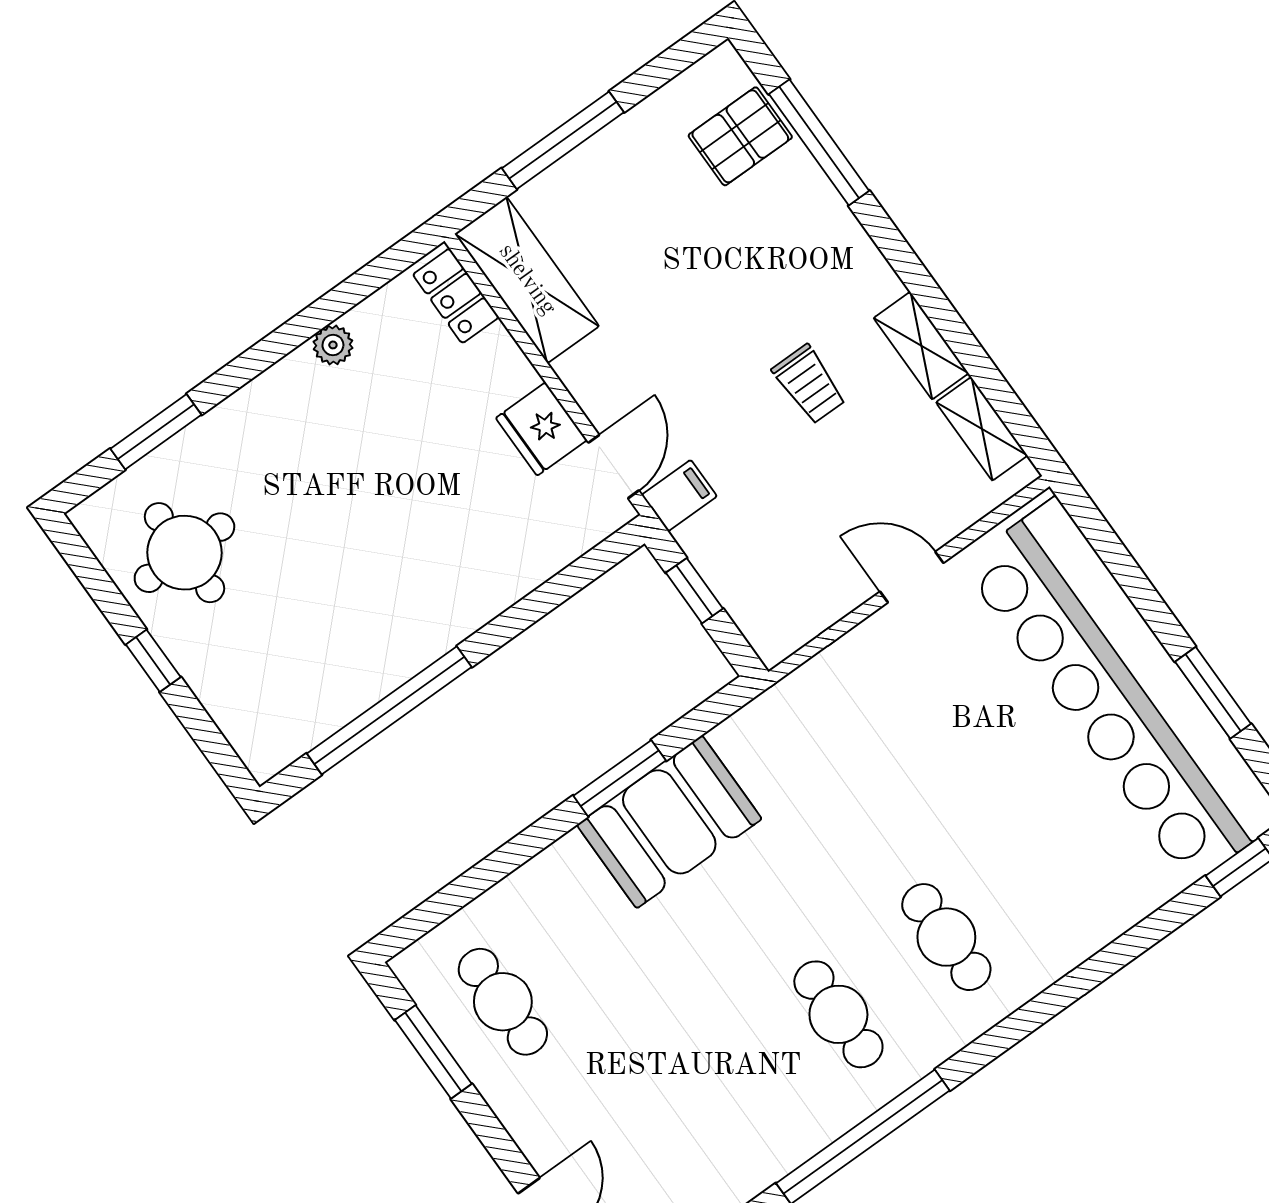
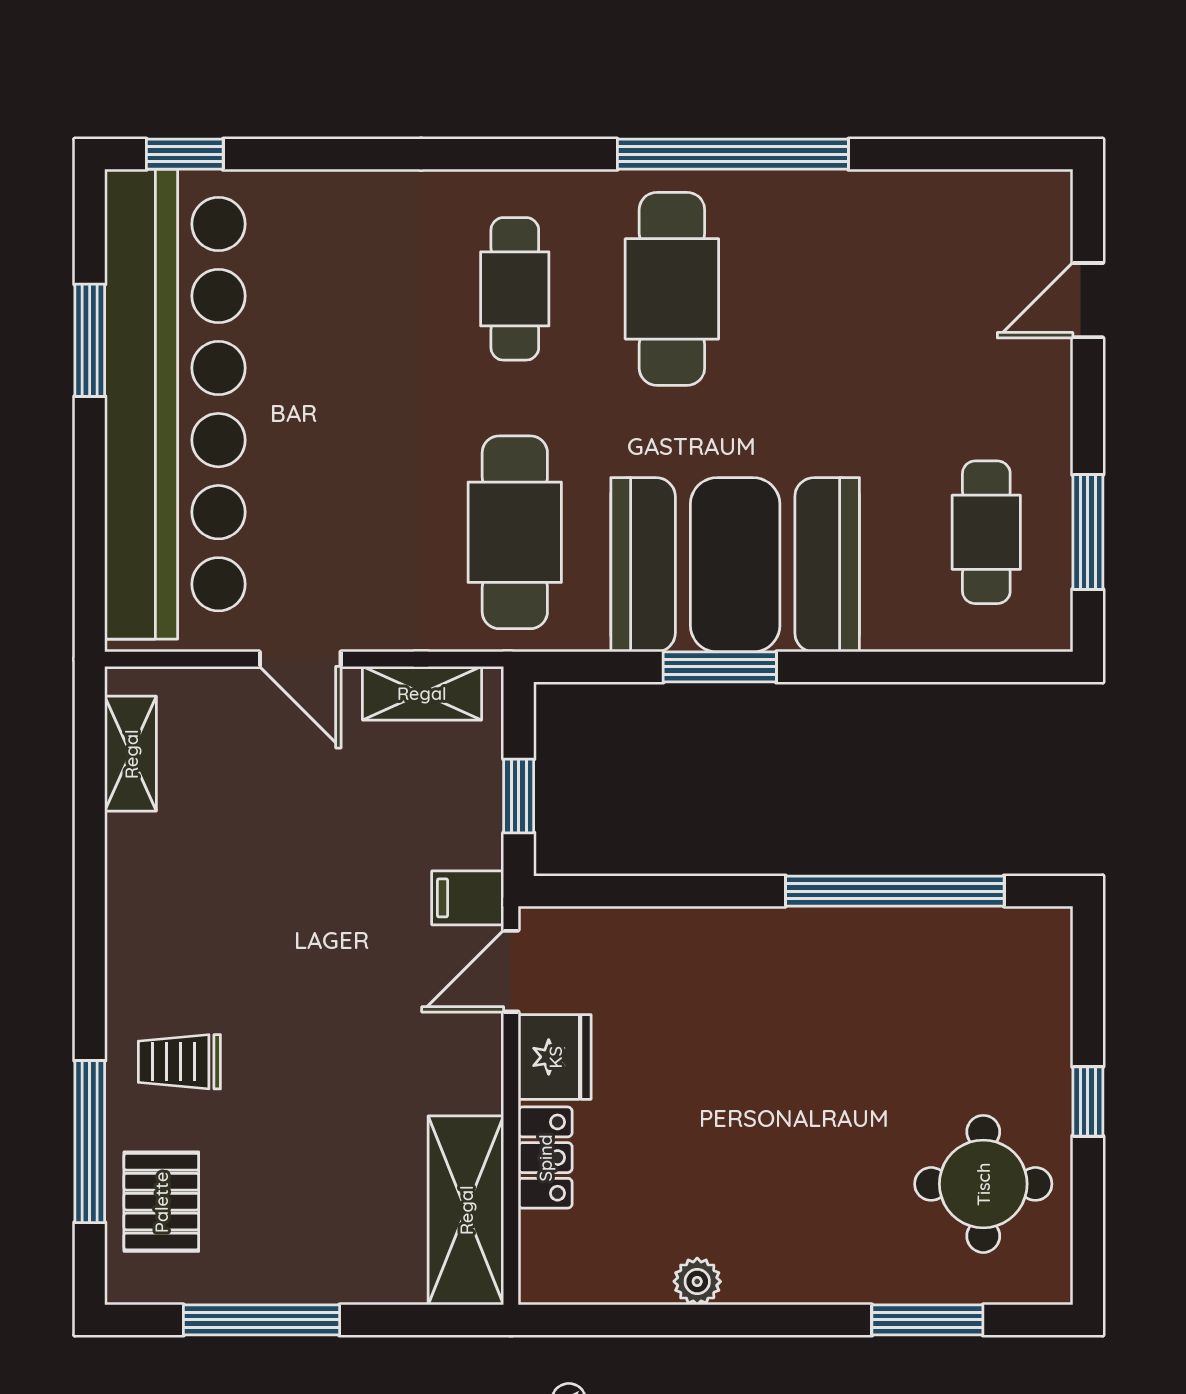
pallet: (740, 136) -> (161, 1202), turned 90
window: (563, 140) -> (261, 1320), moved
locker: (456, 296) -> (545, 1158), moved
shelving: (921, 346) -> (422, 693), moved, turned 90
trolley: (809, 384) -> (179, 1062), moved, turned -90
cafe table: (827, 770) -> (515, 532), added
booth: (669, 822) -> (735, 565), width x1.36, depth x1.42
cafe table: (838, 1014) -> (672, 289), width x1.37, depth x1.35

